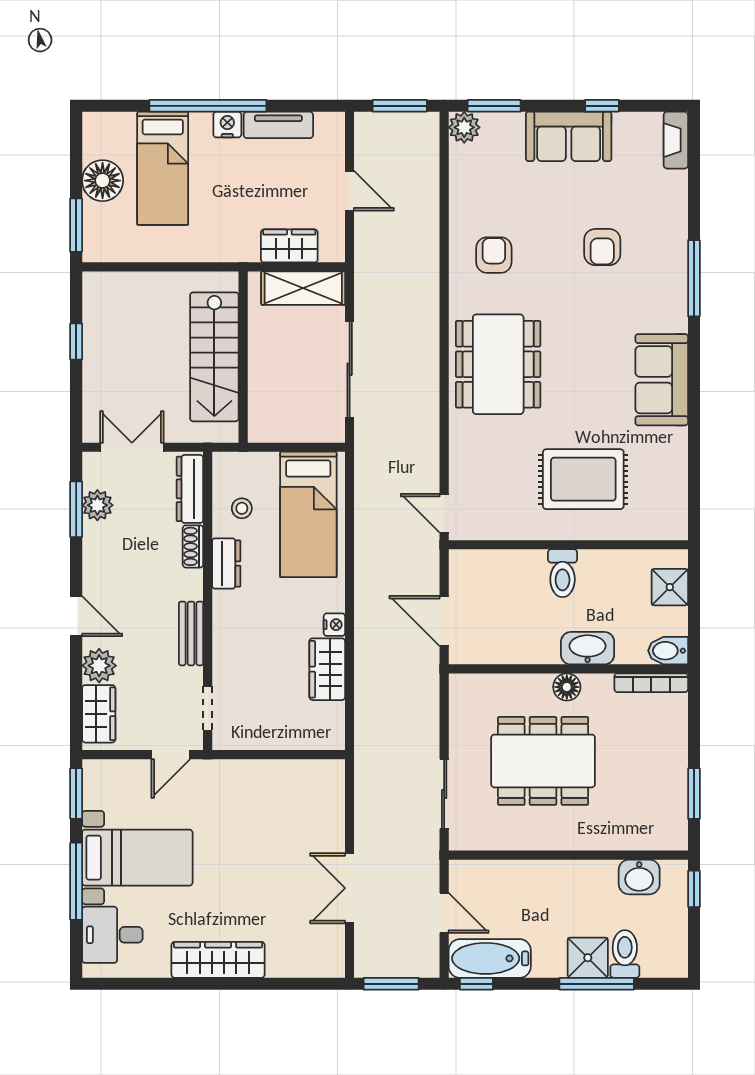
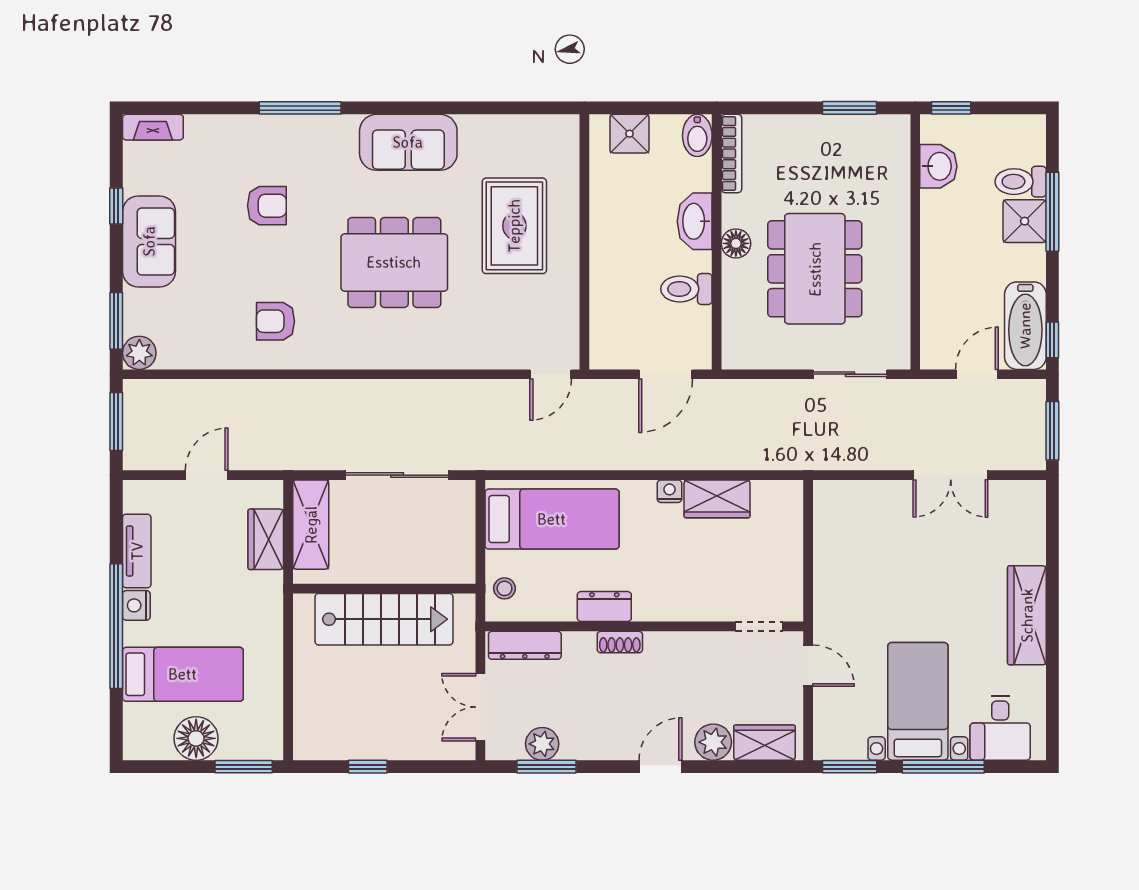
dining table: (498, 364) -> (394, 262), moved
stool: (242, 508) -> (504, 588), moved
shoe rack: (193, 546) -> (620, 642), moved
toilet: (563, 573) -> (686, 289), moved, turned 180
bench: (191, 633) -> (679, 644), removed

